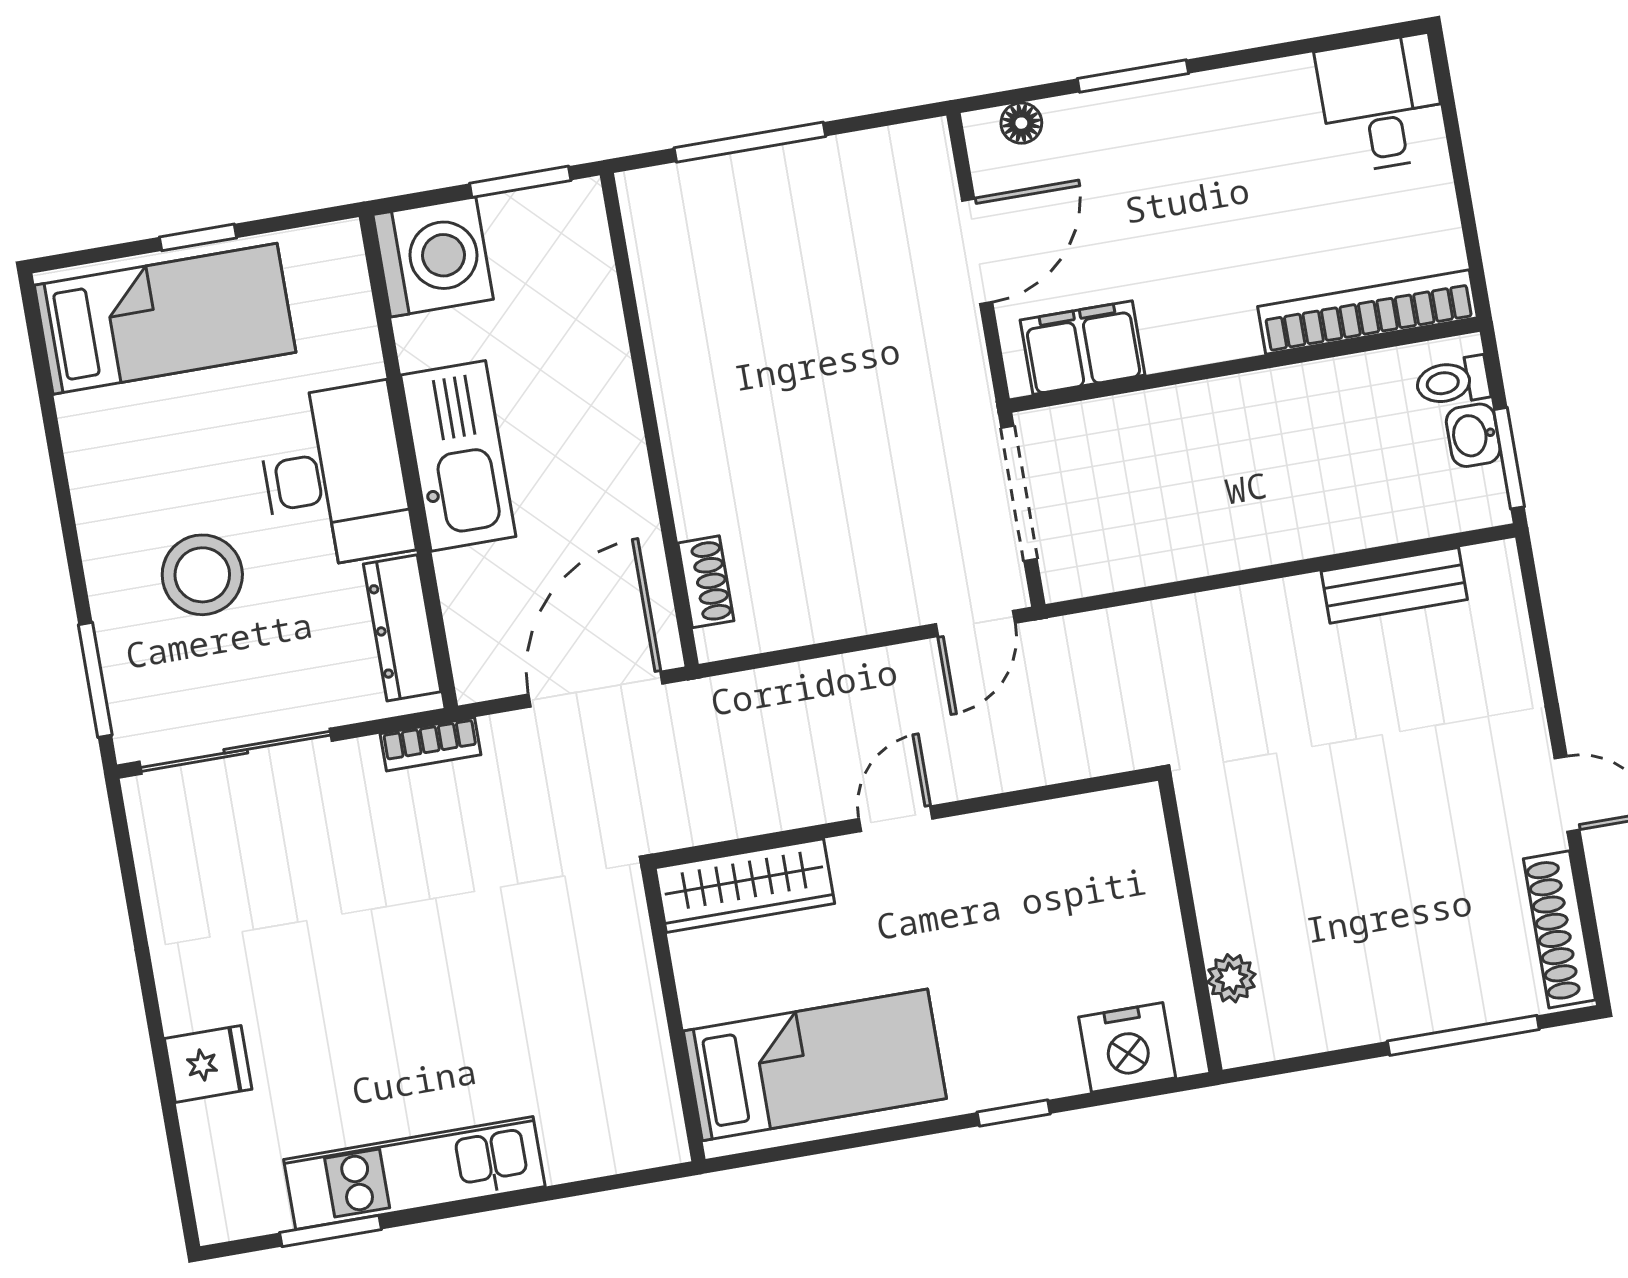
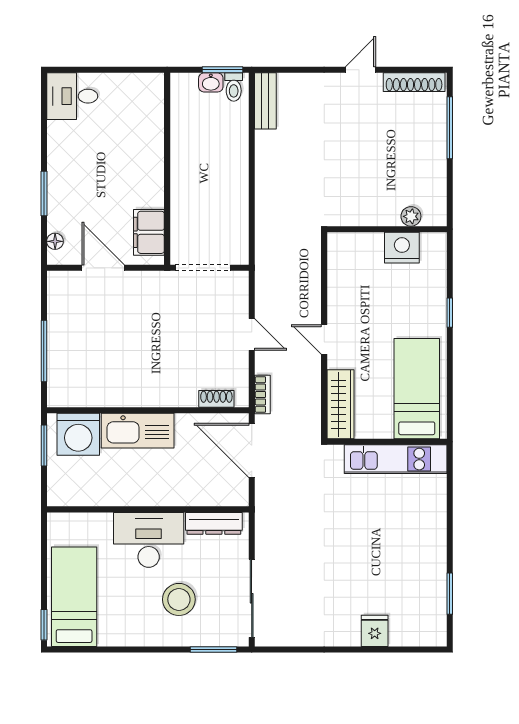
window: (198, 237) -> (44, 625), moved
washing machine: (433, 257) -> (78, 434), moved, turned 180
bookcase: (1368, 312) -> (154, 116), removed
toilet: (1453, 382) -> (234, 87), moved
kitchen sink: (458, 456) -> (138, 431), moved, turned 180
bench: (1394, 585) -> (265, 101), moved
door: (975, 624) -> (252, 334), moved
bookcase: (431, 744) -> (262, 394), moved
nightstand: (1127, 1047) -> (402, 248), moved, turned -90
kitchen unit: (414, 1173) -> (396, 459), moved, turned -90

